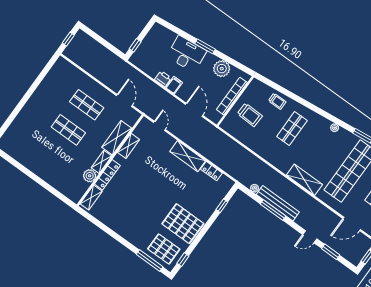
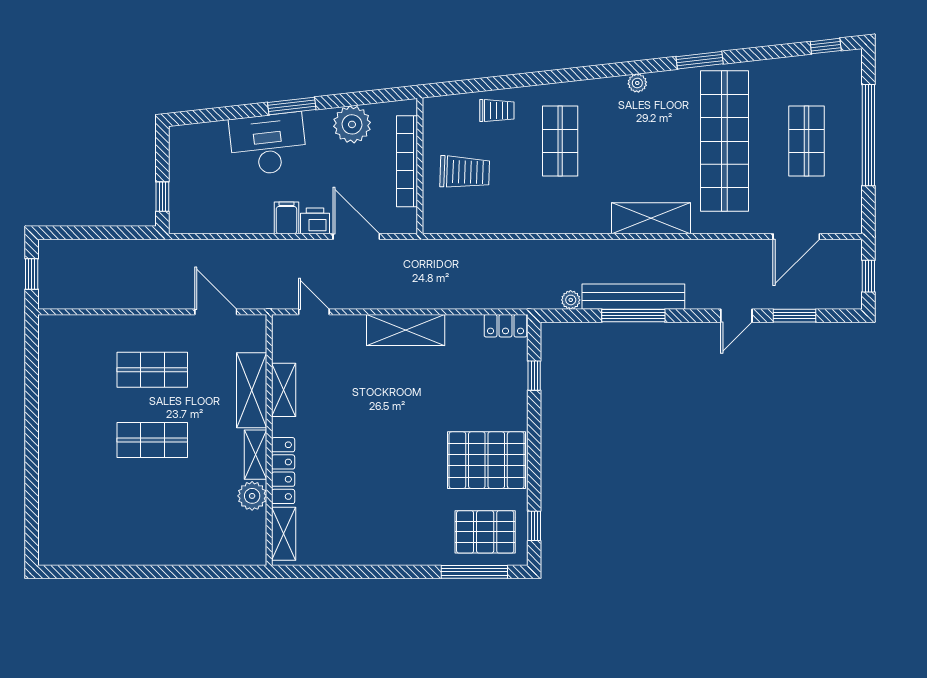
printer: (163, 79) -> (315, 221), moved
locker: (211, 171) -> (506, 326), moved

